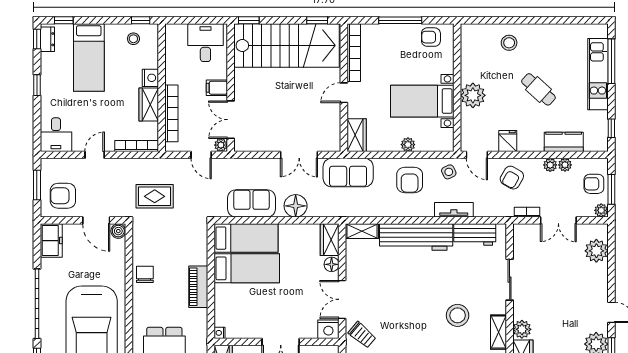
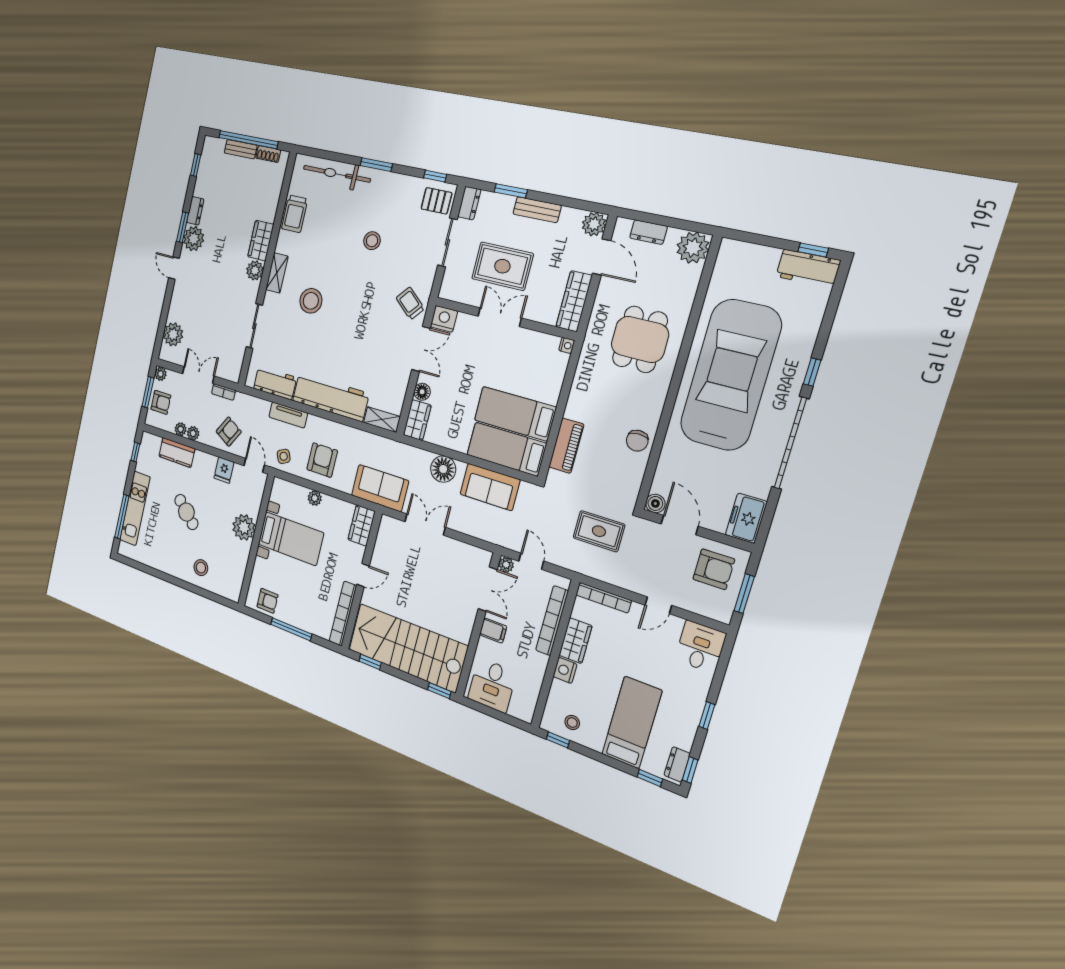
piano: (198, 287) -> (566, 446), moved

